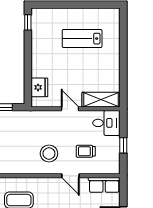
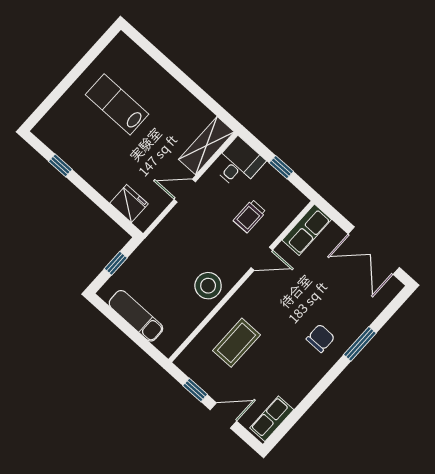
window: (28, 22) -> (60, 165), moved
lab bench: (82, 39) -> (117, 104), turned 90
stool: (49, 154) -> (208, 286), moved

